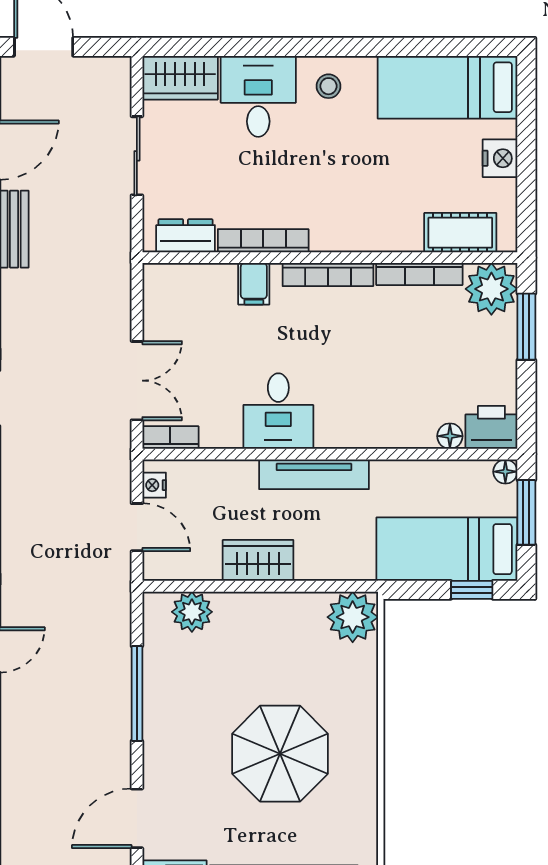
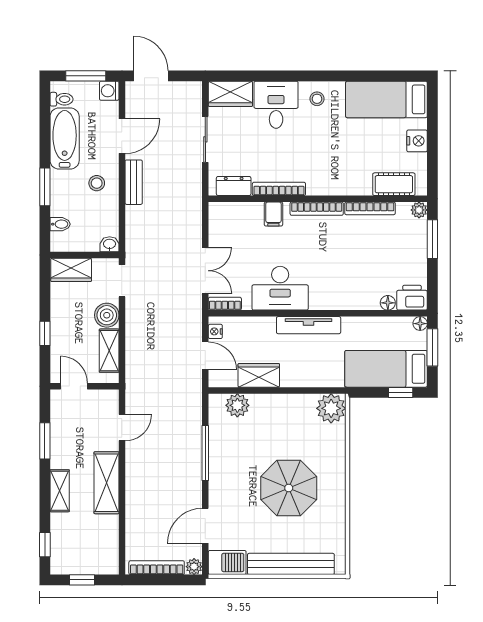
plant: (491, 289) -> (419, 210), width x0.53, depth x0.53
desk: (278, 411) -> (280, 288), width x1.37
wardrobe: (258, 560) -> (259, 375), moved

